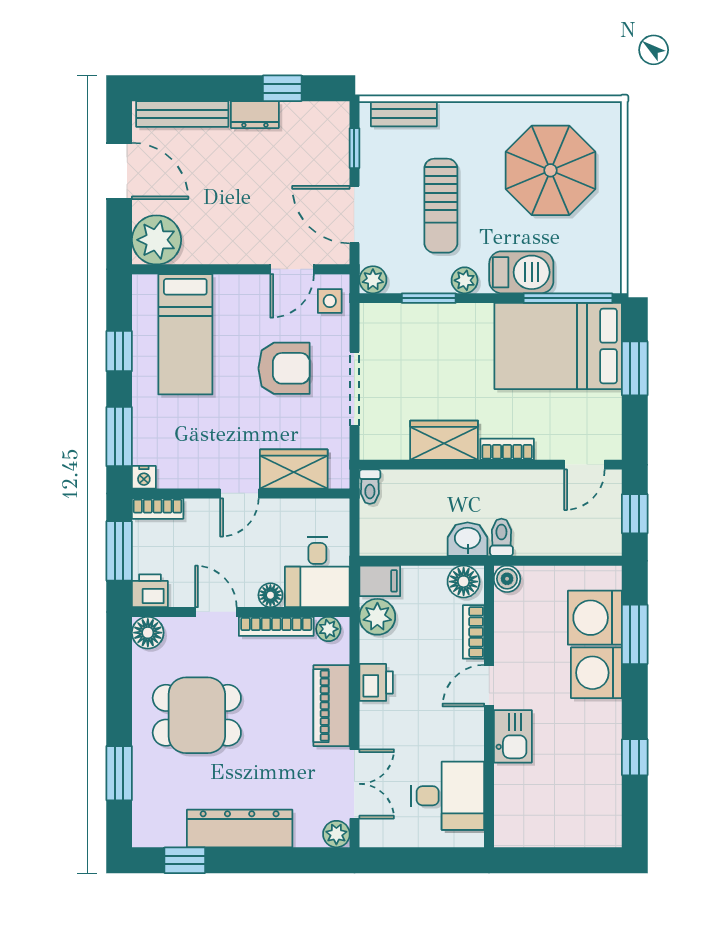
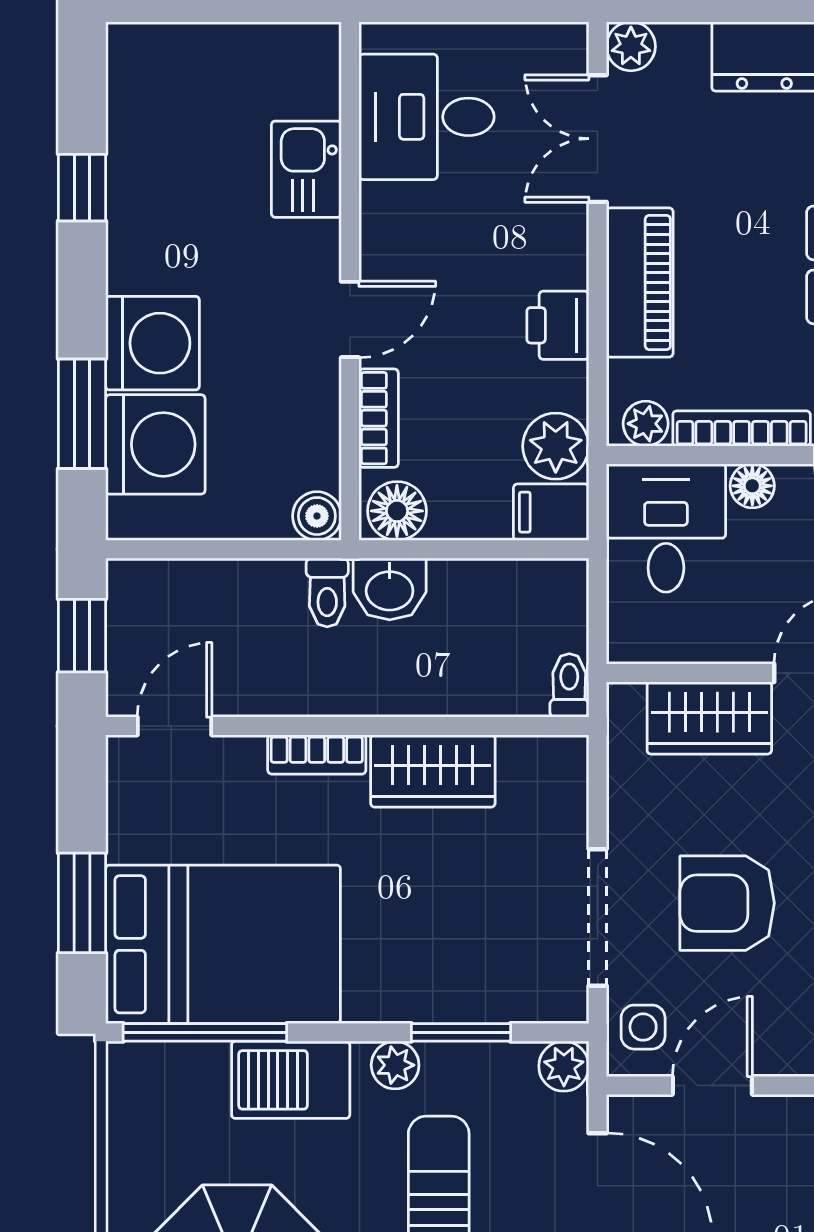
doorway: (354, 389) -> (598, 917), moved
kitchen sink: (513, 736) -> (306, 169), moved

